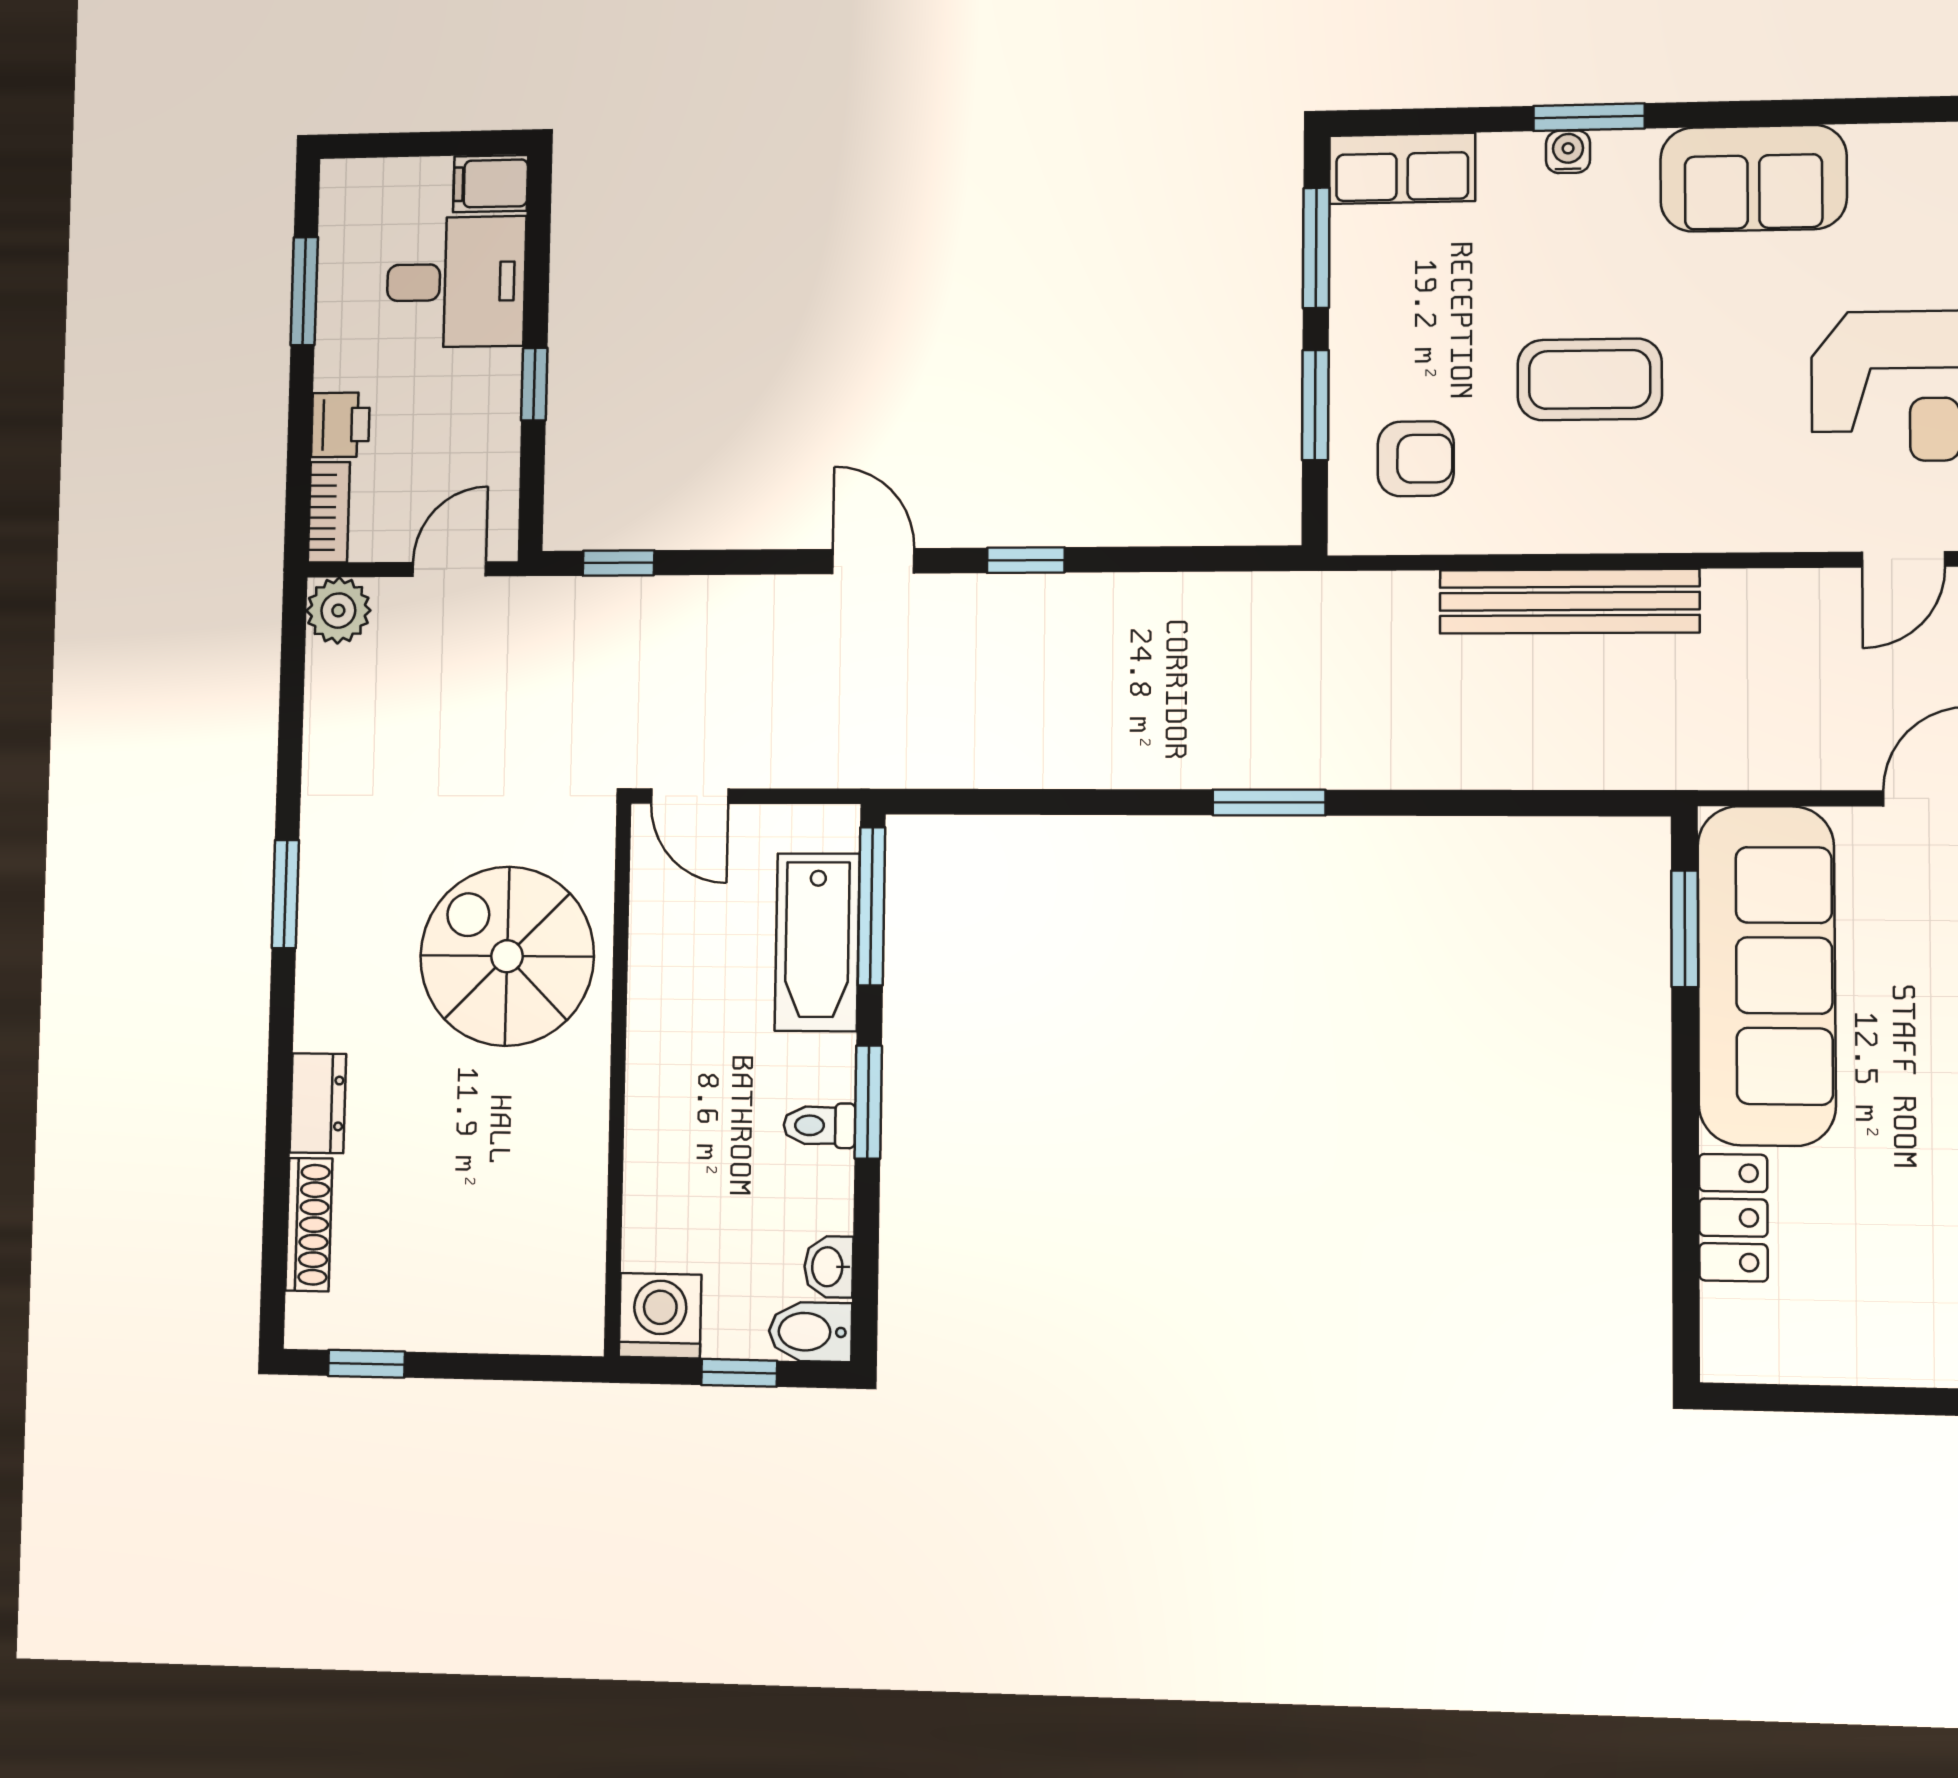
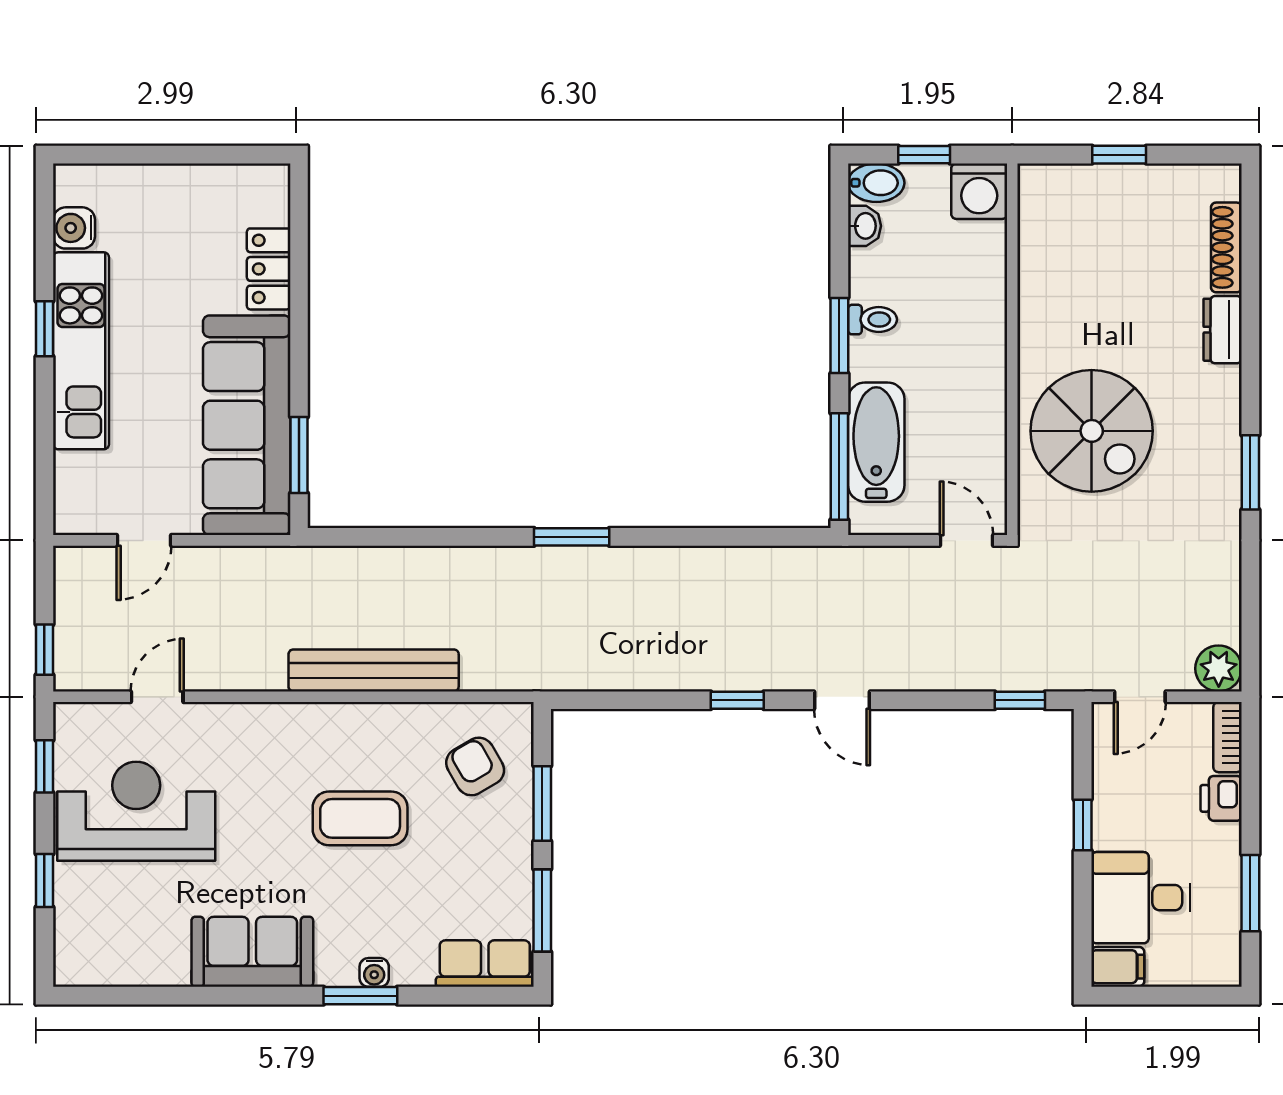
armchair: (1416, 459) -> (475, 766), turned 60
window: (366, 1364) -> (1119, 155), moved

